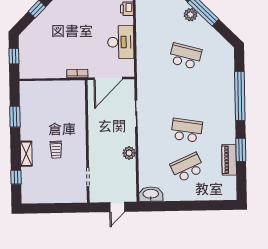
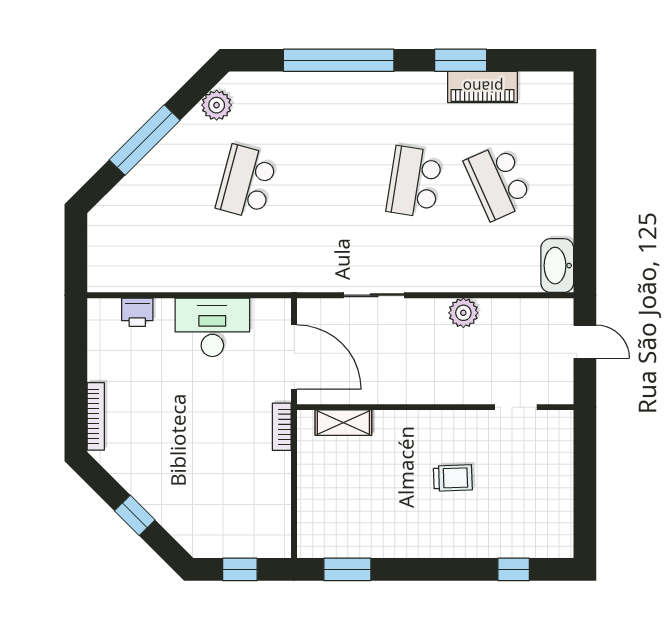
plant: (191, 15) -> (217, 105), moved
window: (15, 117) -> (347, 569), moved
shelving: (26, 154) -> (343, 423), moved

